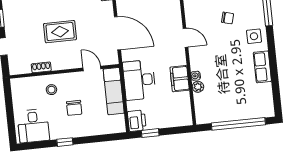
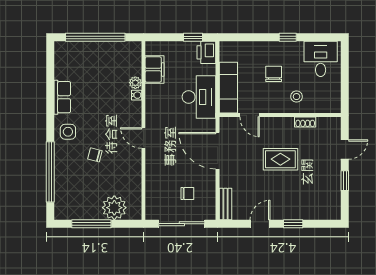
filing cabinet: (180, 79) -> (155, 70), moved

